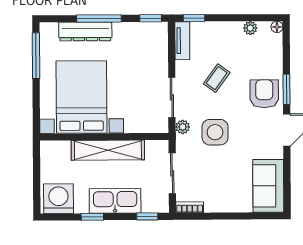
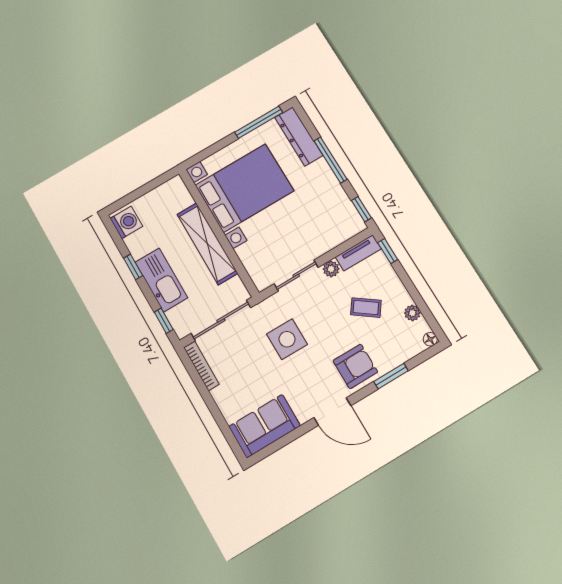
dresser: (85, 31) -> (299, 136), moved
coffee table: (217, 78) -> (366, 308), moved
window: (287, 89) -> (391, 376), moved
plant: (183, 127) -> (331, 269), moved
sliding door: (172, 173) -> (221, 320), width x1.37
washing machine: (58, 199) -> (126, 222), width x0.73, depth x0.73
bookcase: (190, 207) -> (201, 366), width x1.56

